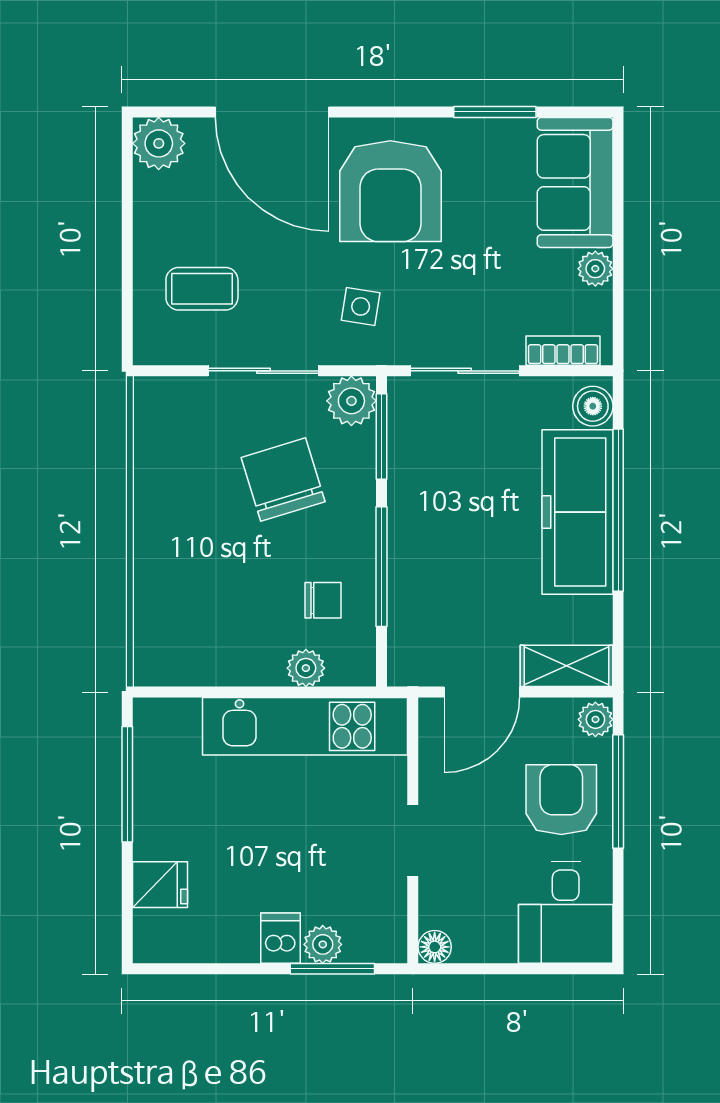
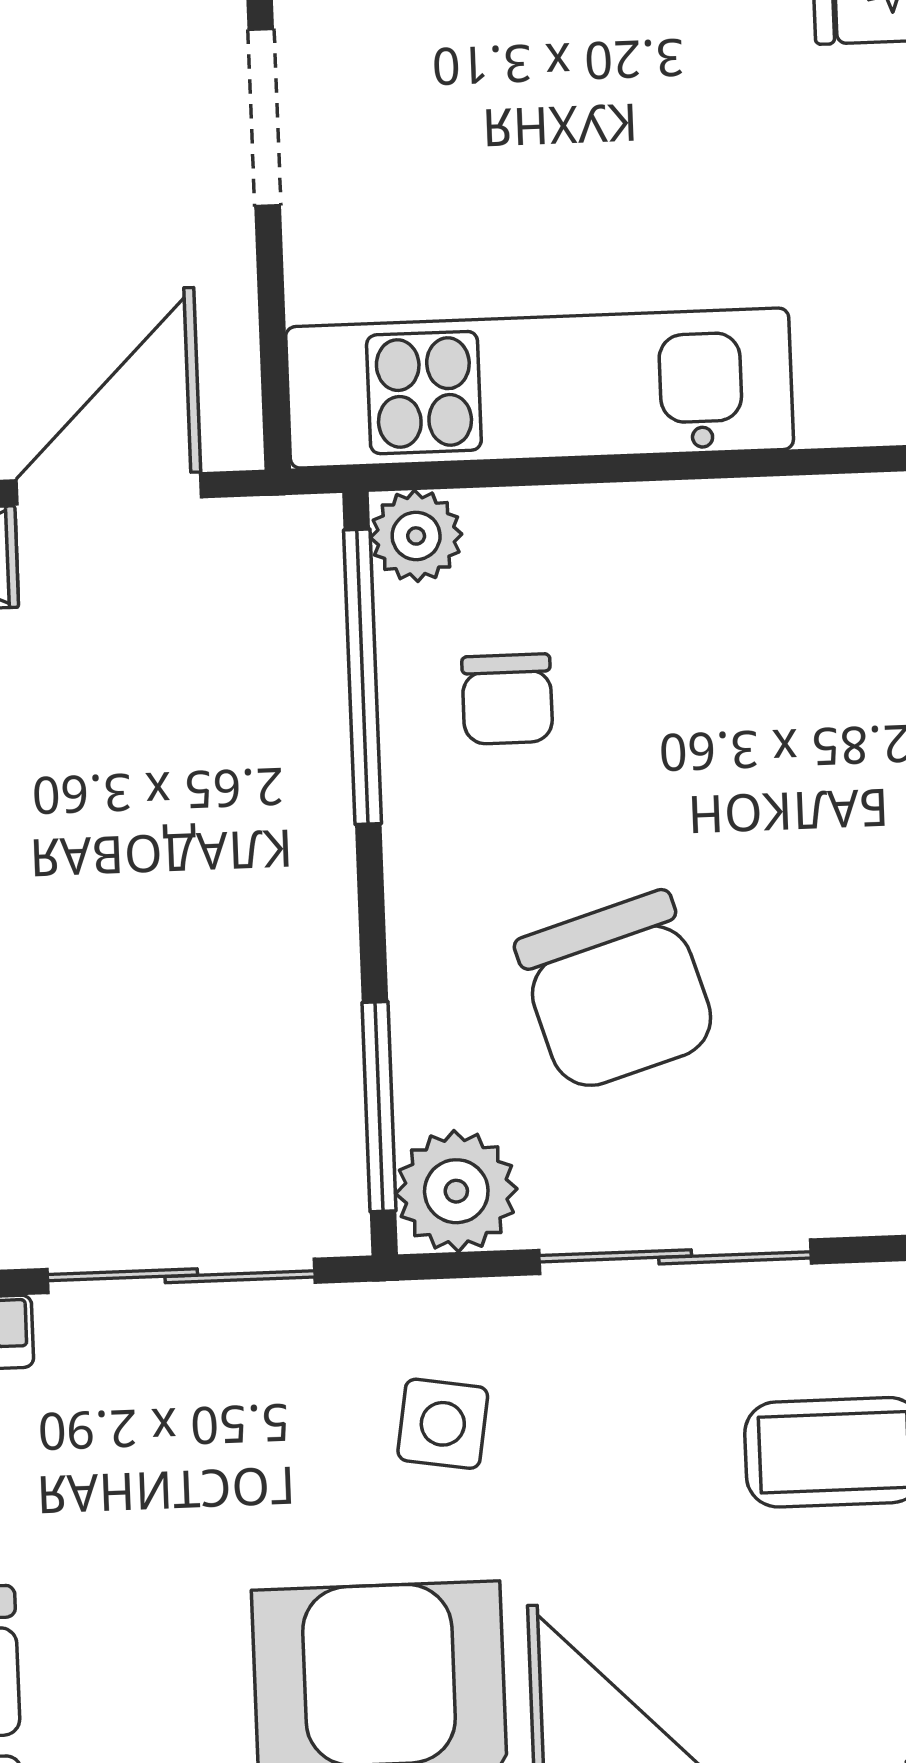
window: (382, 567) -> (363, 677), moved
chair: (323, 600) -> (507, 699), turned -90
plant: (306, 668) -> (416, 536), moved

